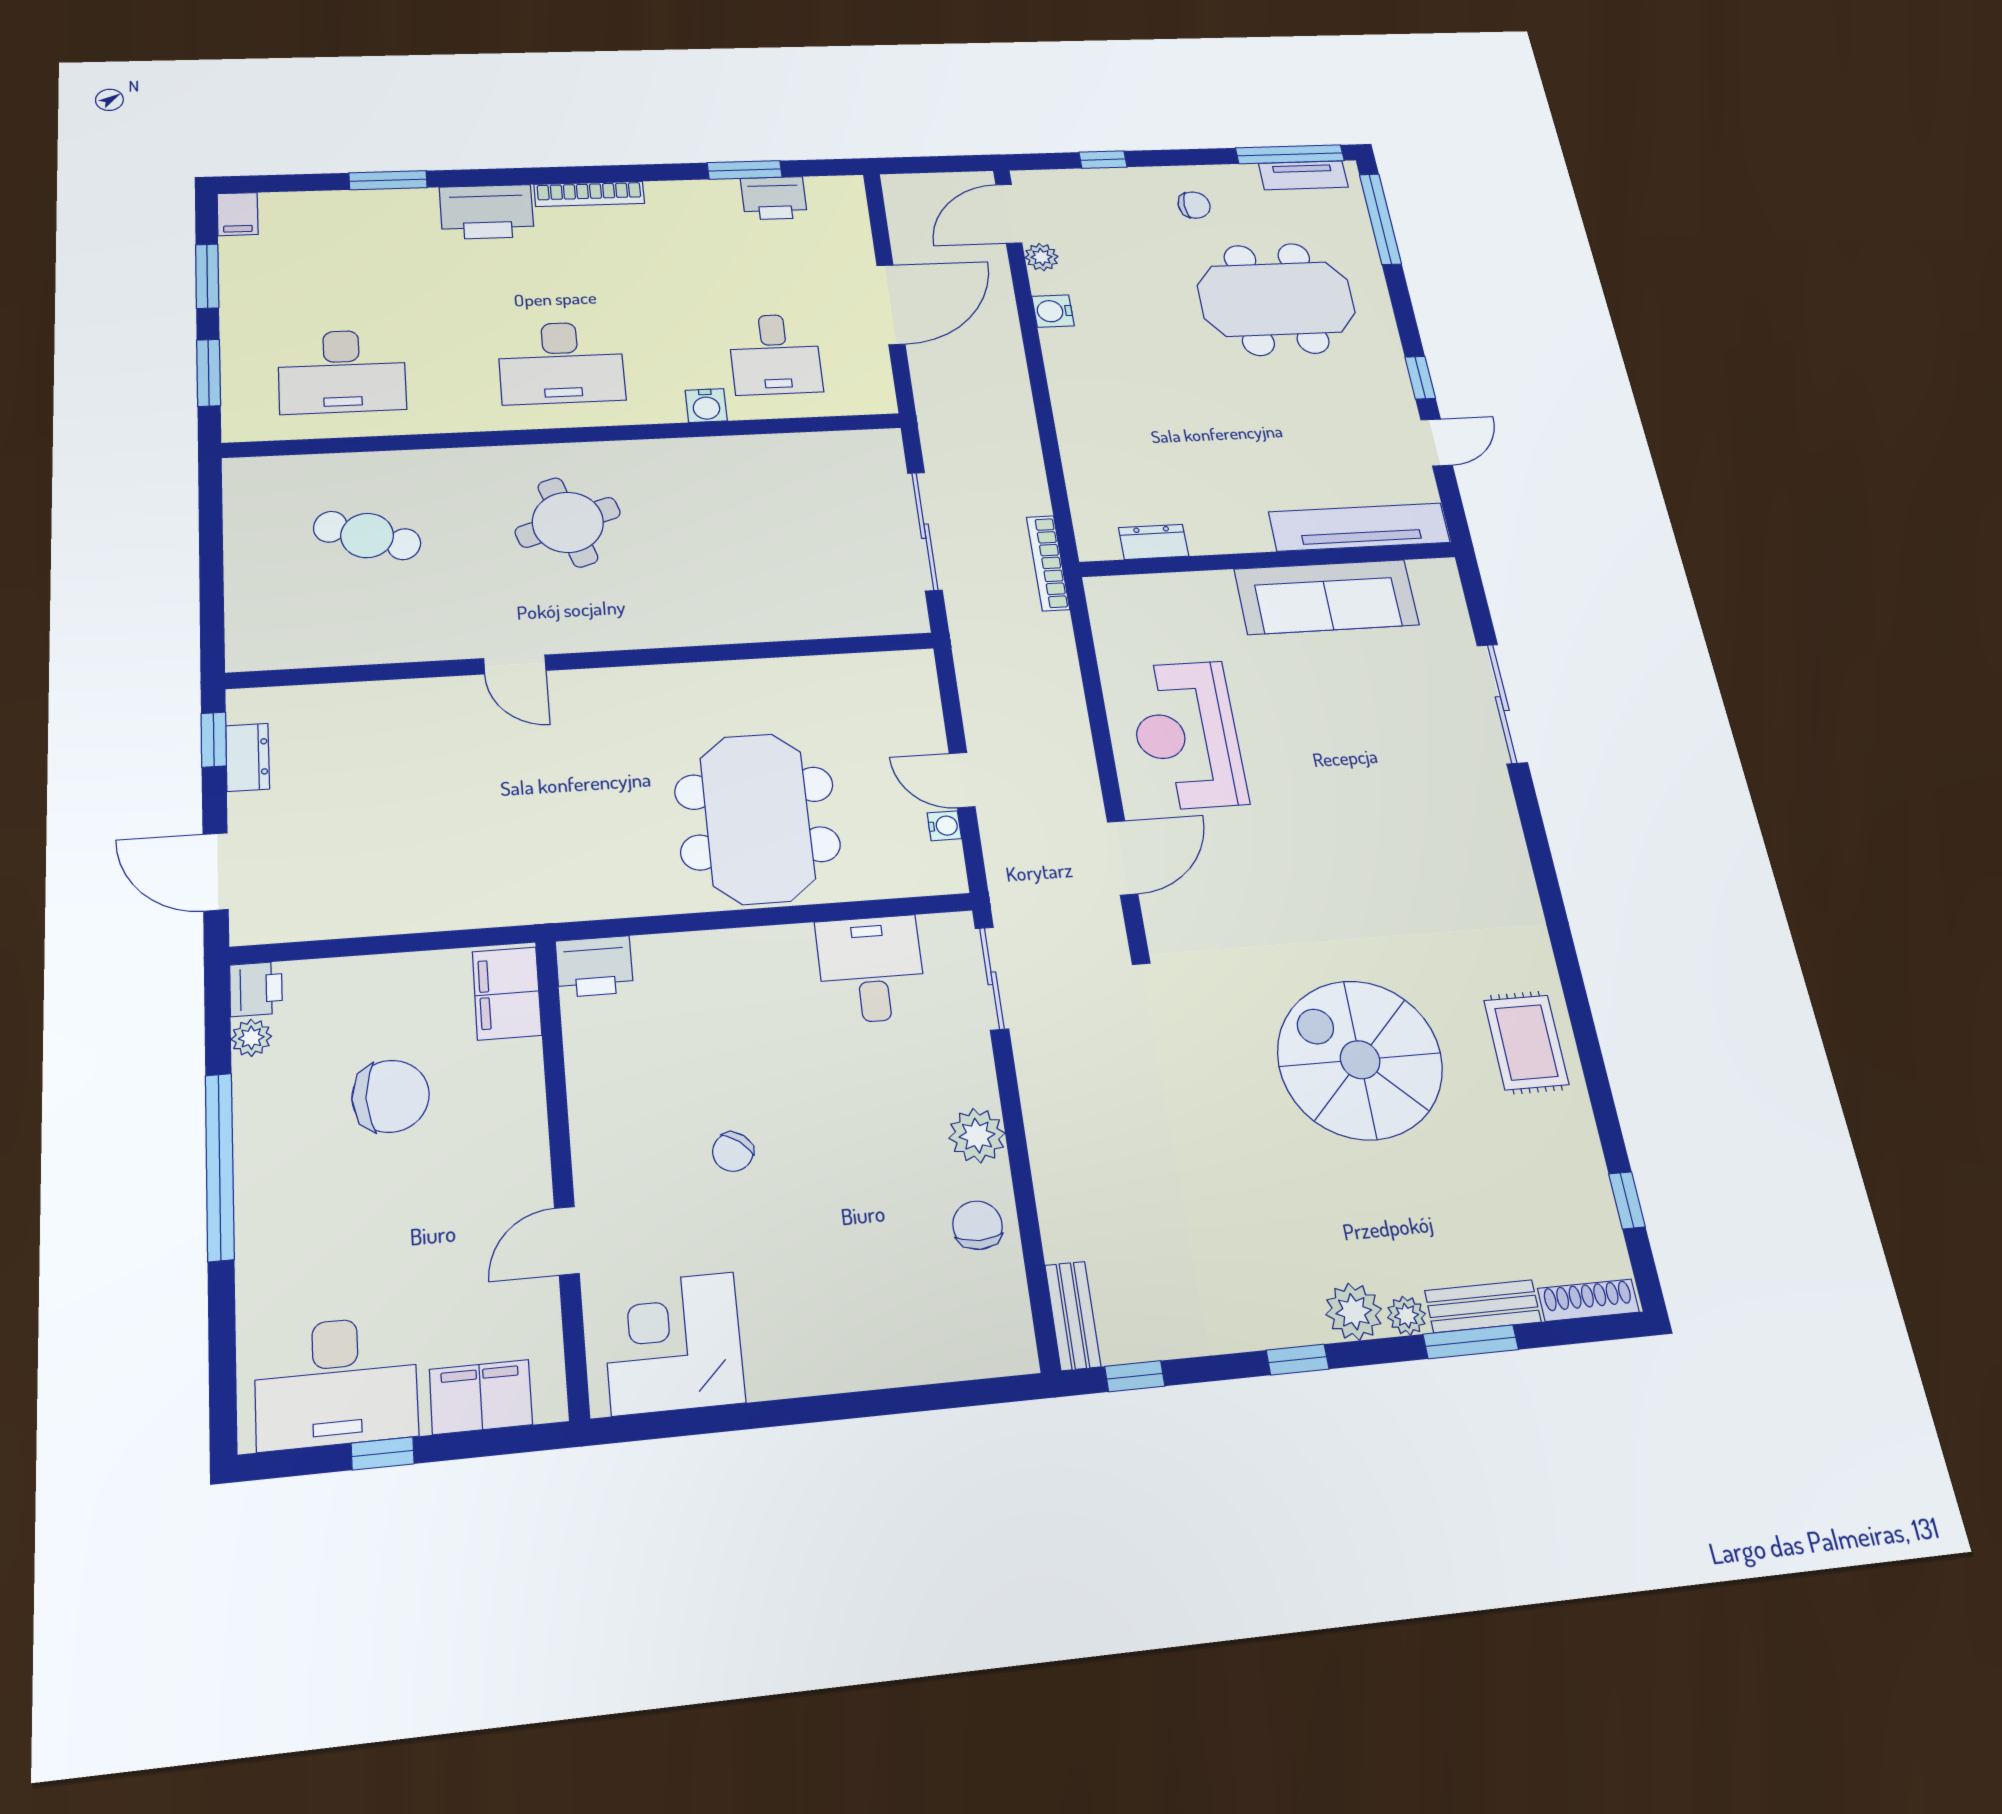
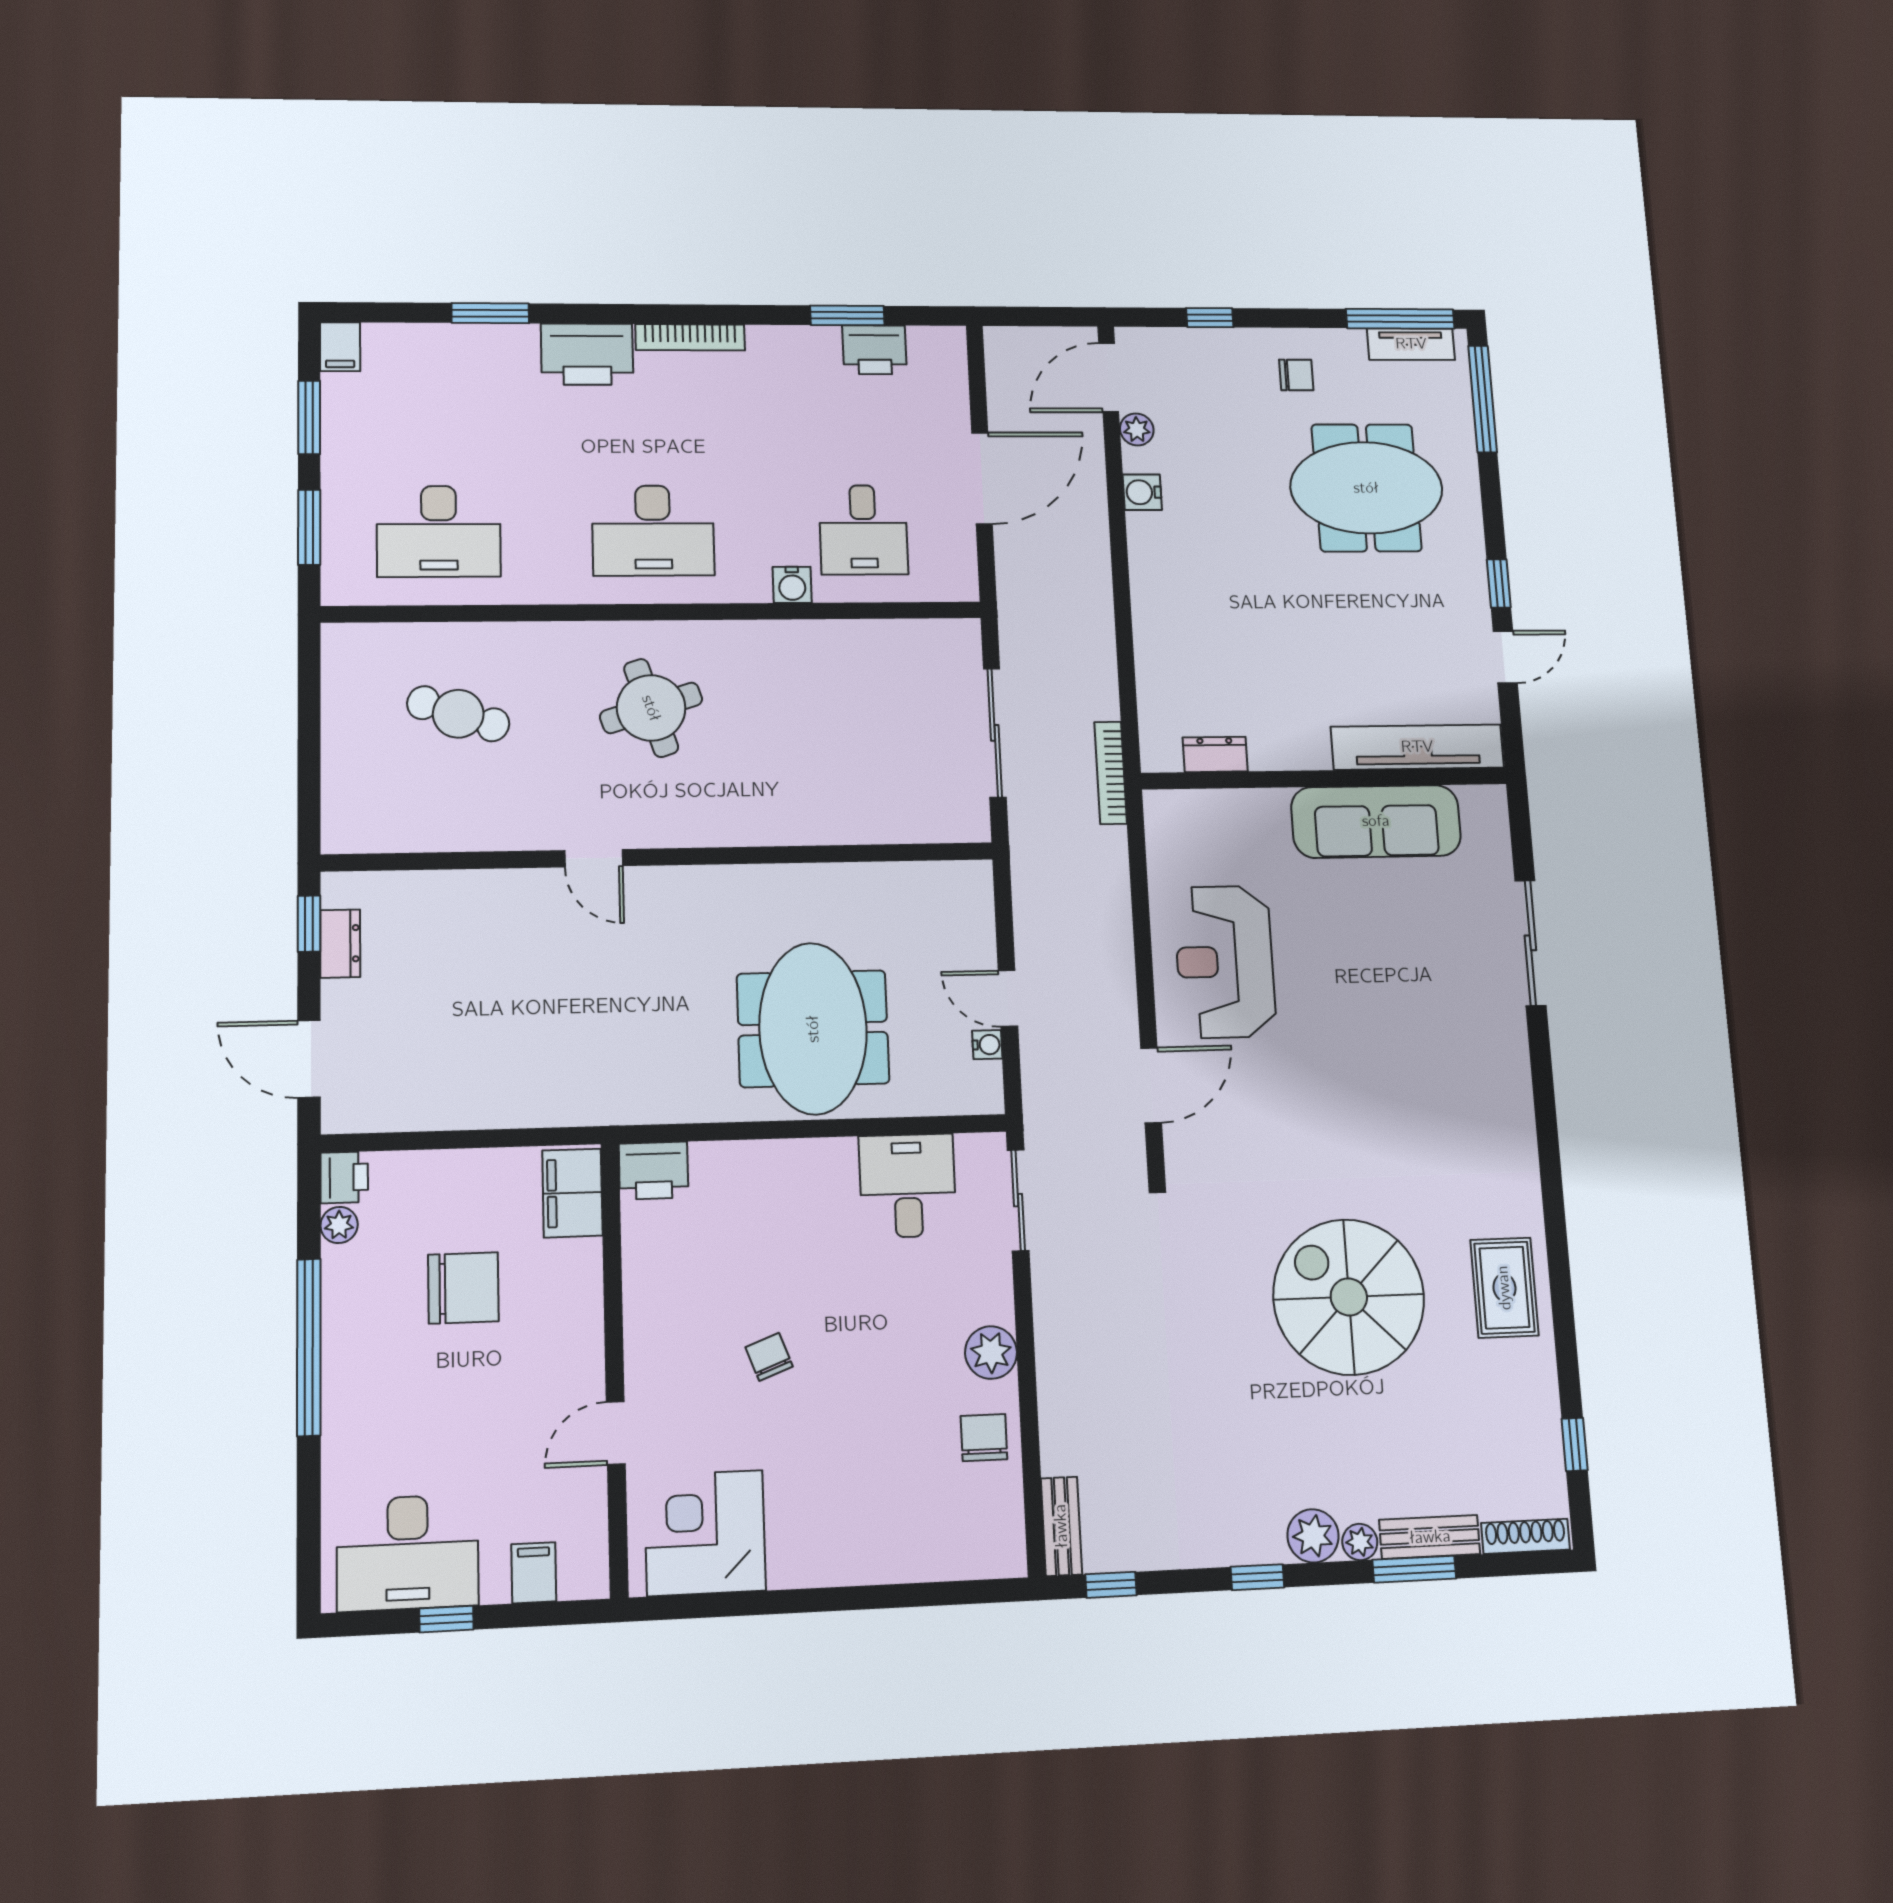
chair: (733, 1152) -> (769, 1357), turned 121
filing cabinet: (481, 1397) -> (534, 1573), width x0.50

